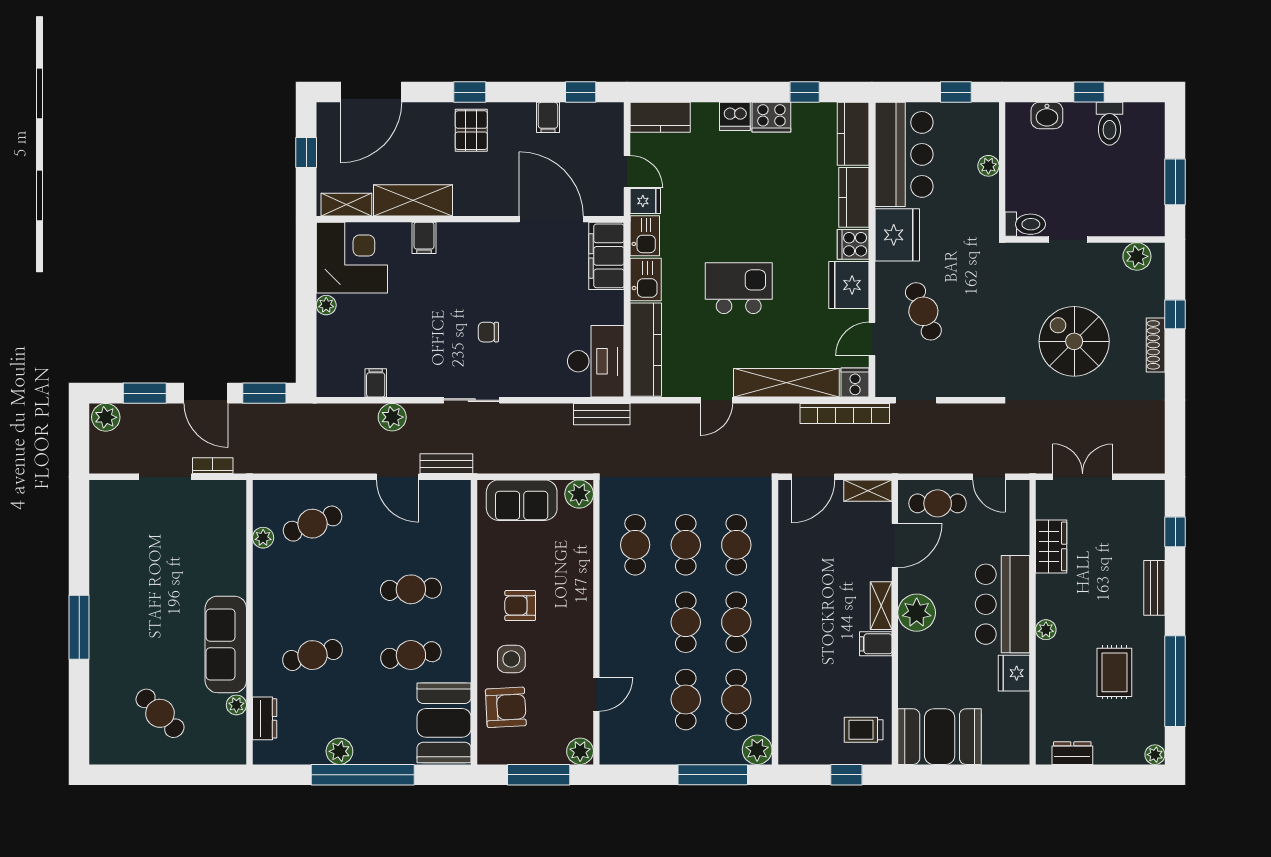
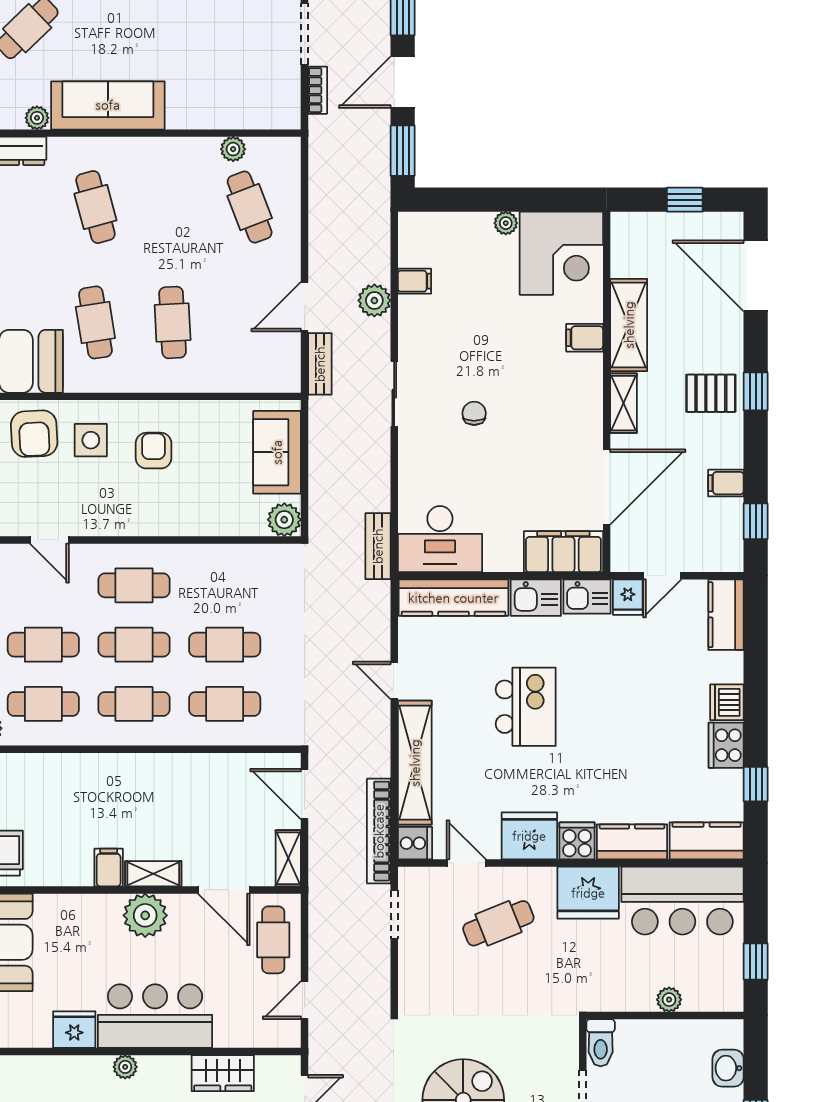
shelving: (346, 205) -> (624, 403), moved
cafe table: (635, 545) -> (134, 585), moved

